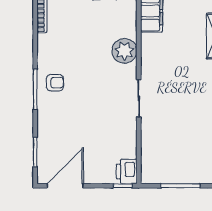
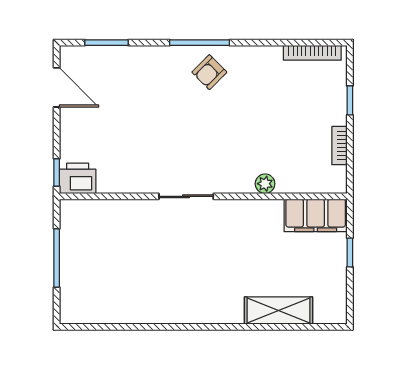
plant: (124, 51) -> (265, 184), width x0.53, depth x0.53
armchair: (55, 83) -> (209, 72), turned 45
door: (65, 186) -> (57, 87), width x0.73

